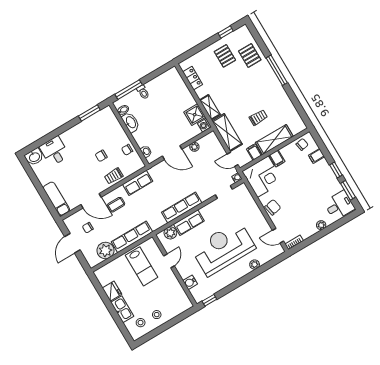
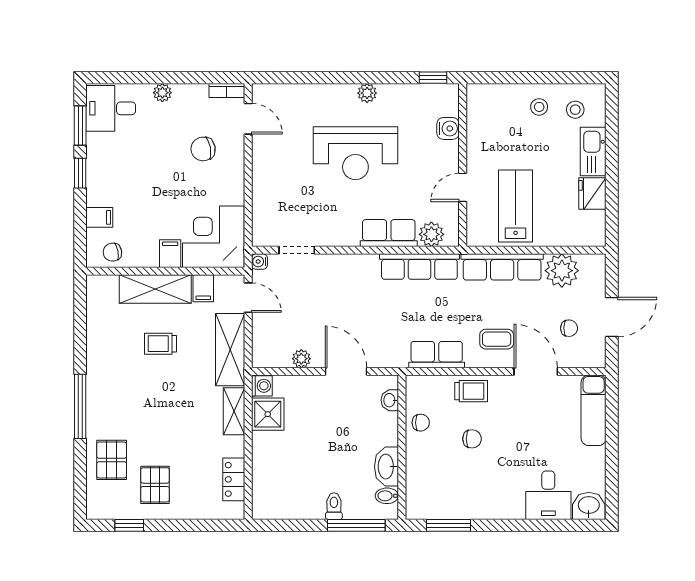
chair: (273, 207) -> (203, 149), moved
row of seats: (182, 208) -> (419, 267), moved
reception desk: (223, 248) -> (355, 153), width x0.74, depth x0.77
plant: (255, 265) -> (367, 93), moved

